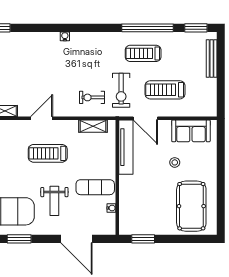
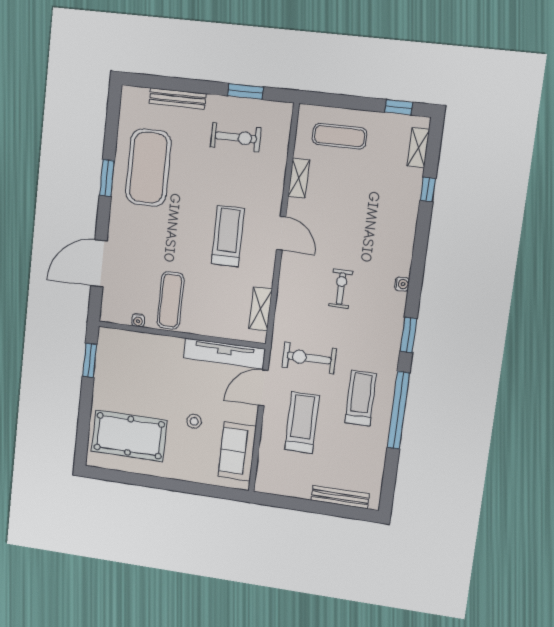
window: (196, 28) -> (408, 335), moved
exercise bike: (92, 97) -> (341, 289), moved
weight bench: (54, 201) -> (157, 237), removed

